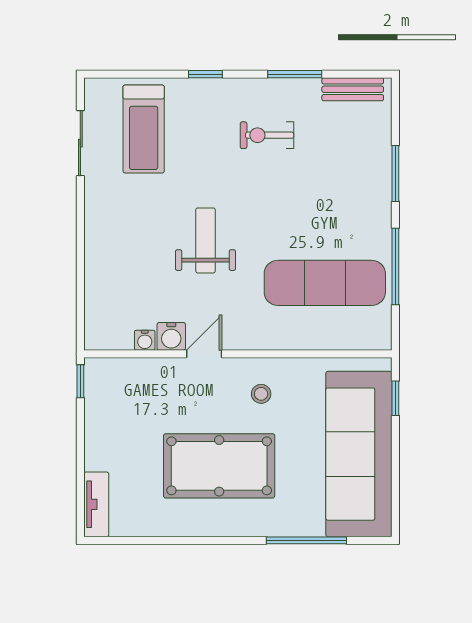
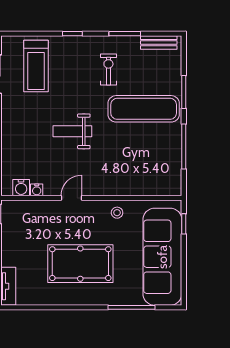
exercise bike: (267, 135) -> (108, 70), turned 90
weight bench: (205, 240) -> (72, 131), turned -90
exercise mat: (325, 283) -> (144, 109), moved
water cooler: (171, 336) -> (21, 188), moved
stool: (261, 394) -> (117, 213), moved

